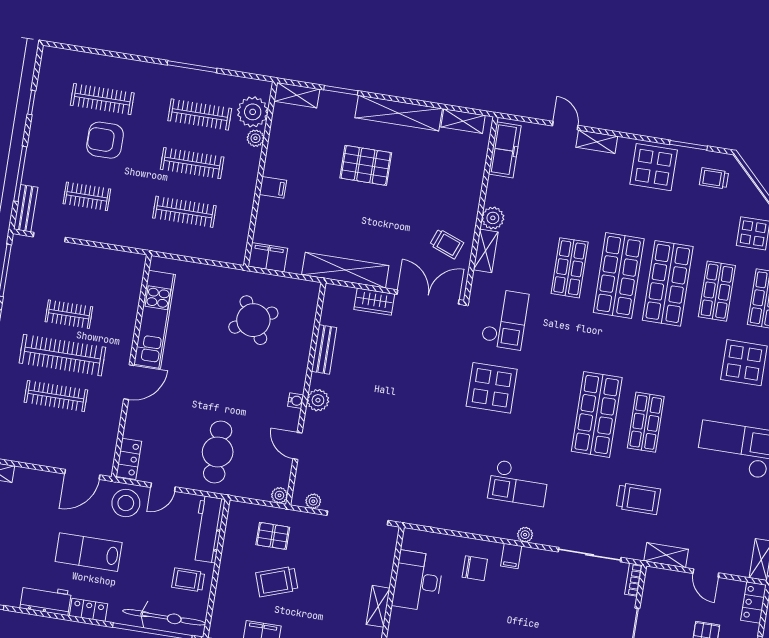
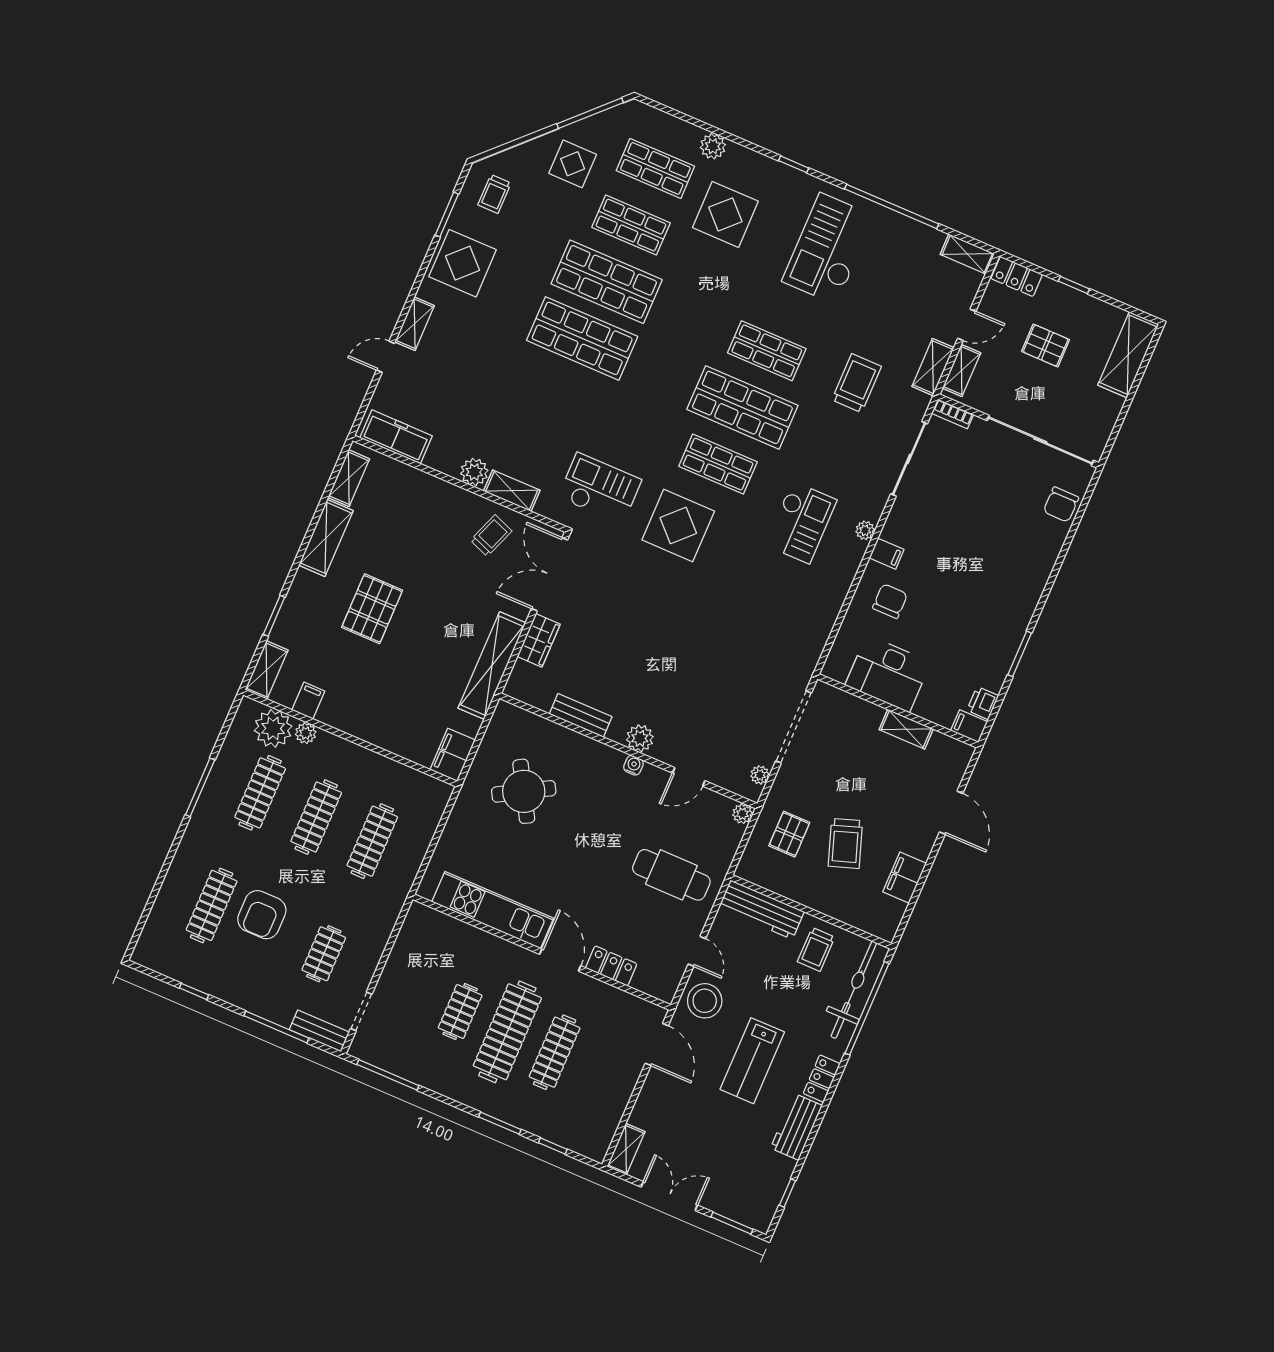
shelving: (399, 113) -> (326, 538), width x0.68
filing cabinet: (273, 187) -> (308, 701), moved
shop shelf: (570, 268) -> (718, 464), moved
locker: (129, 459) -> (611, 966), moved
shelving: (669, 578) -> (961, 370), added

